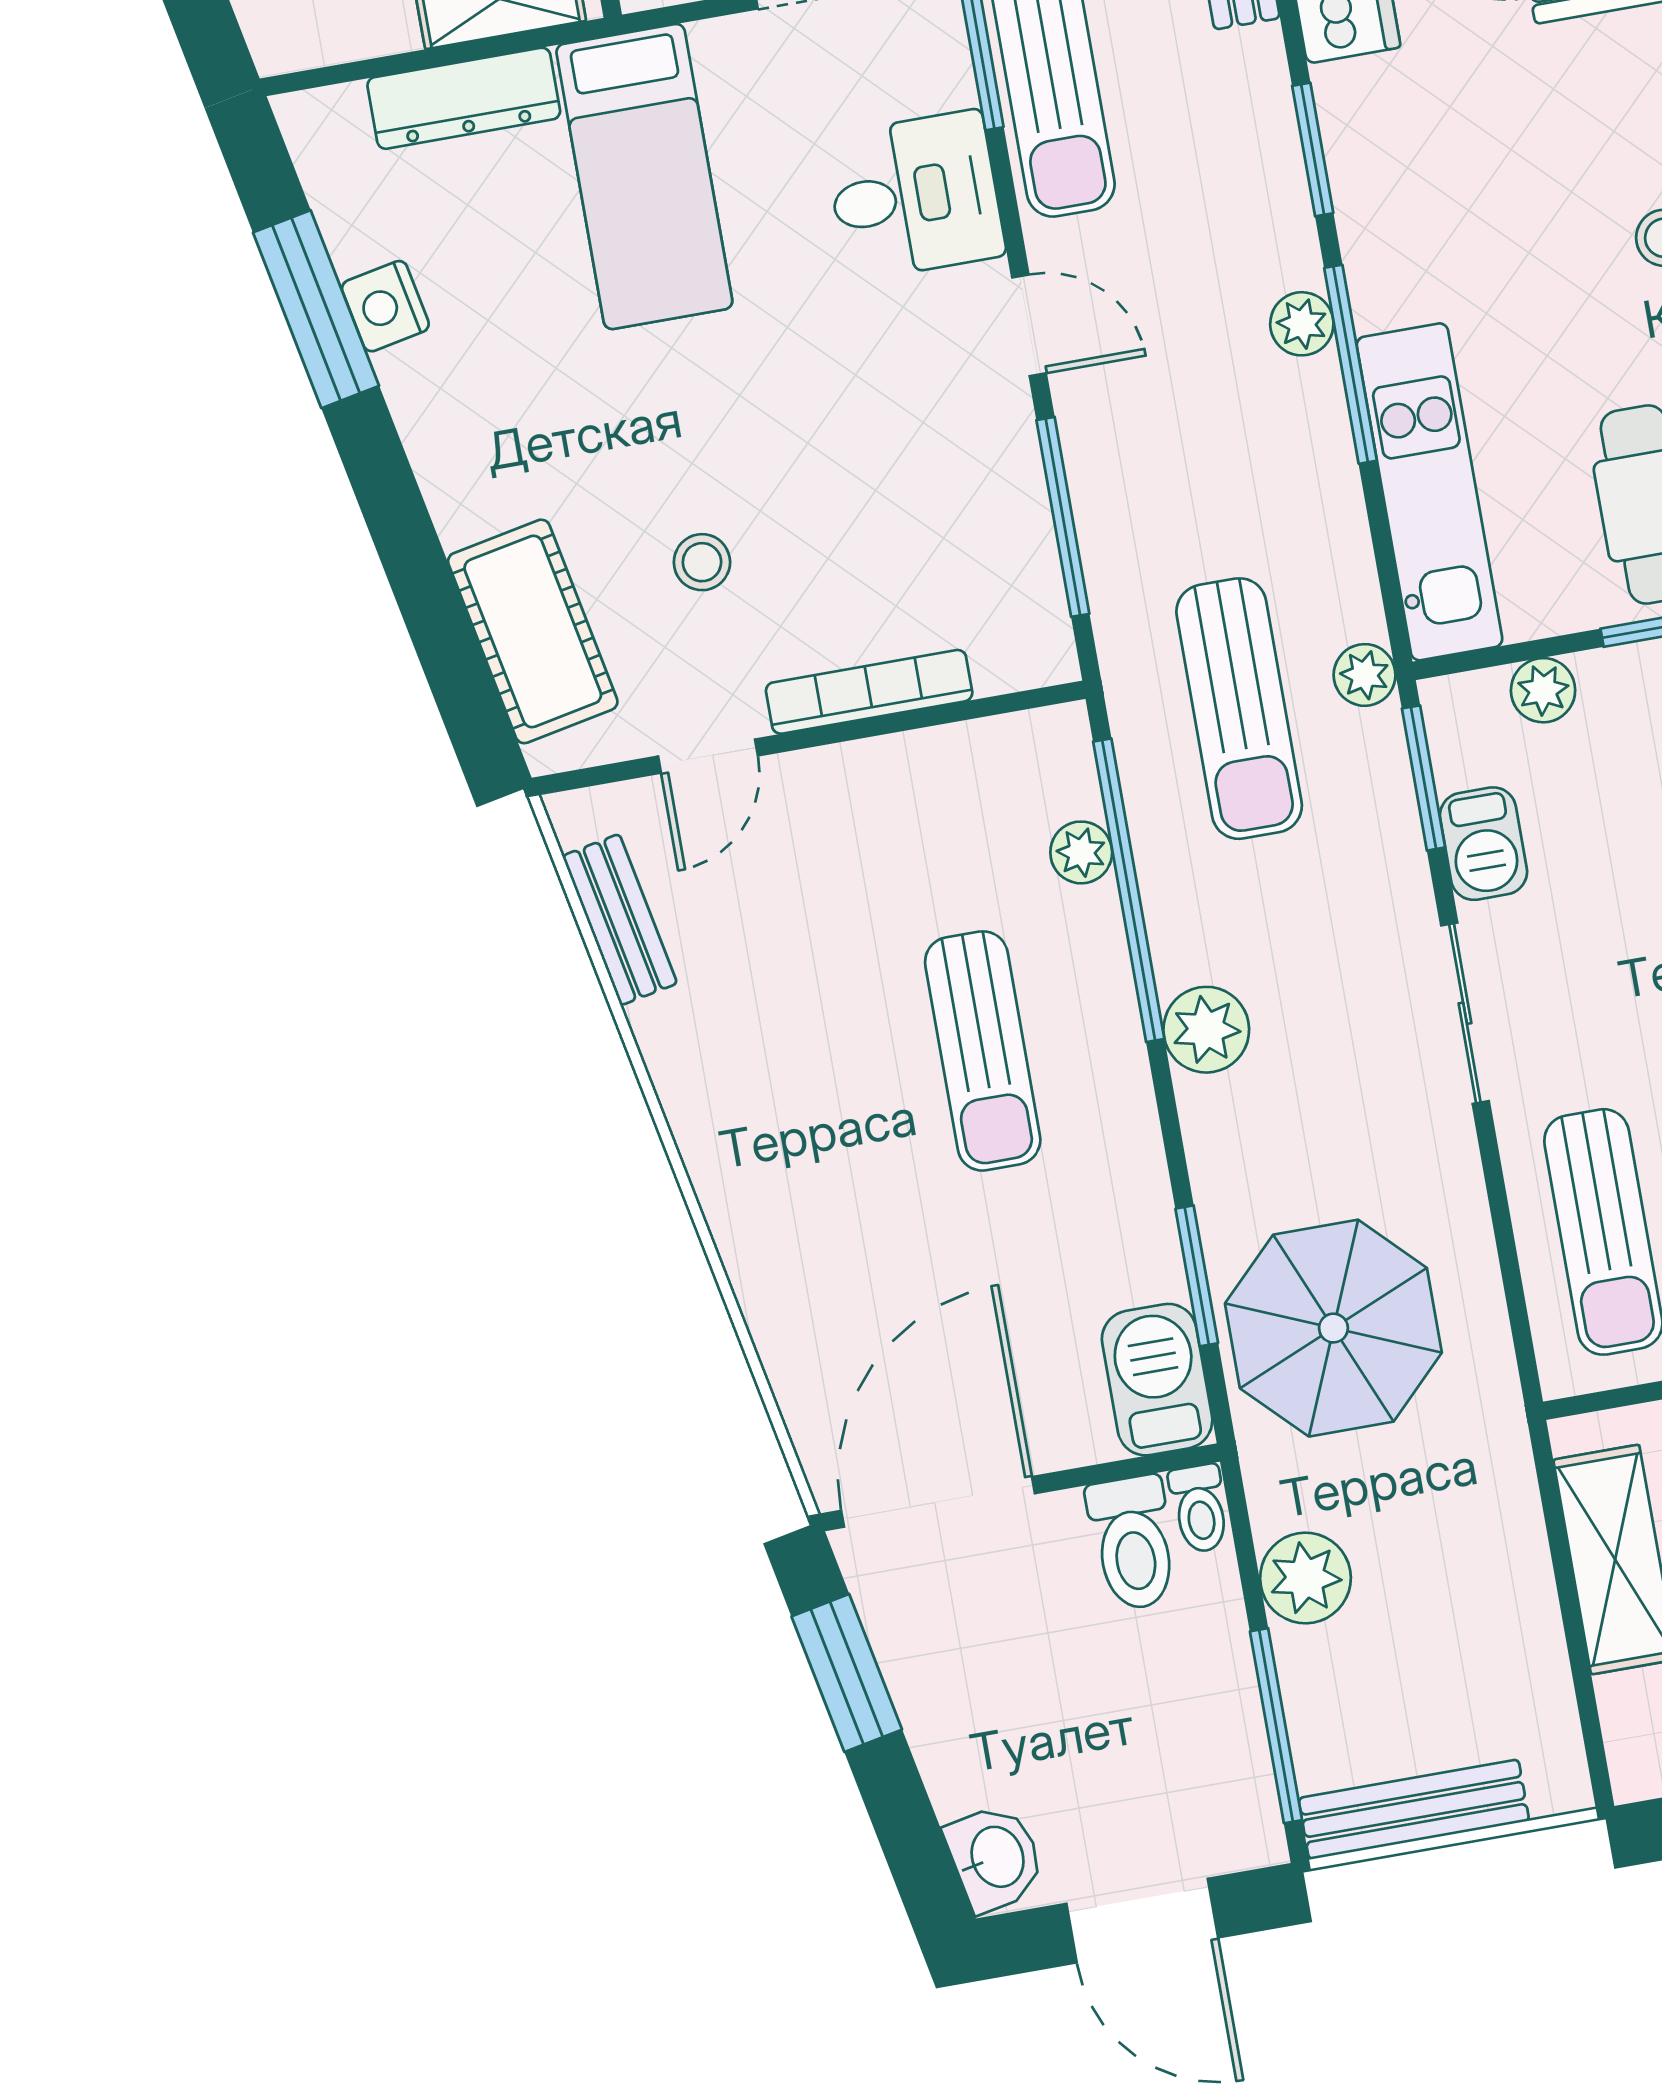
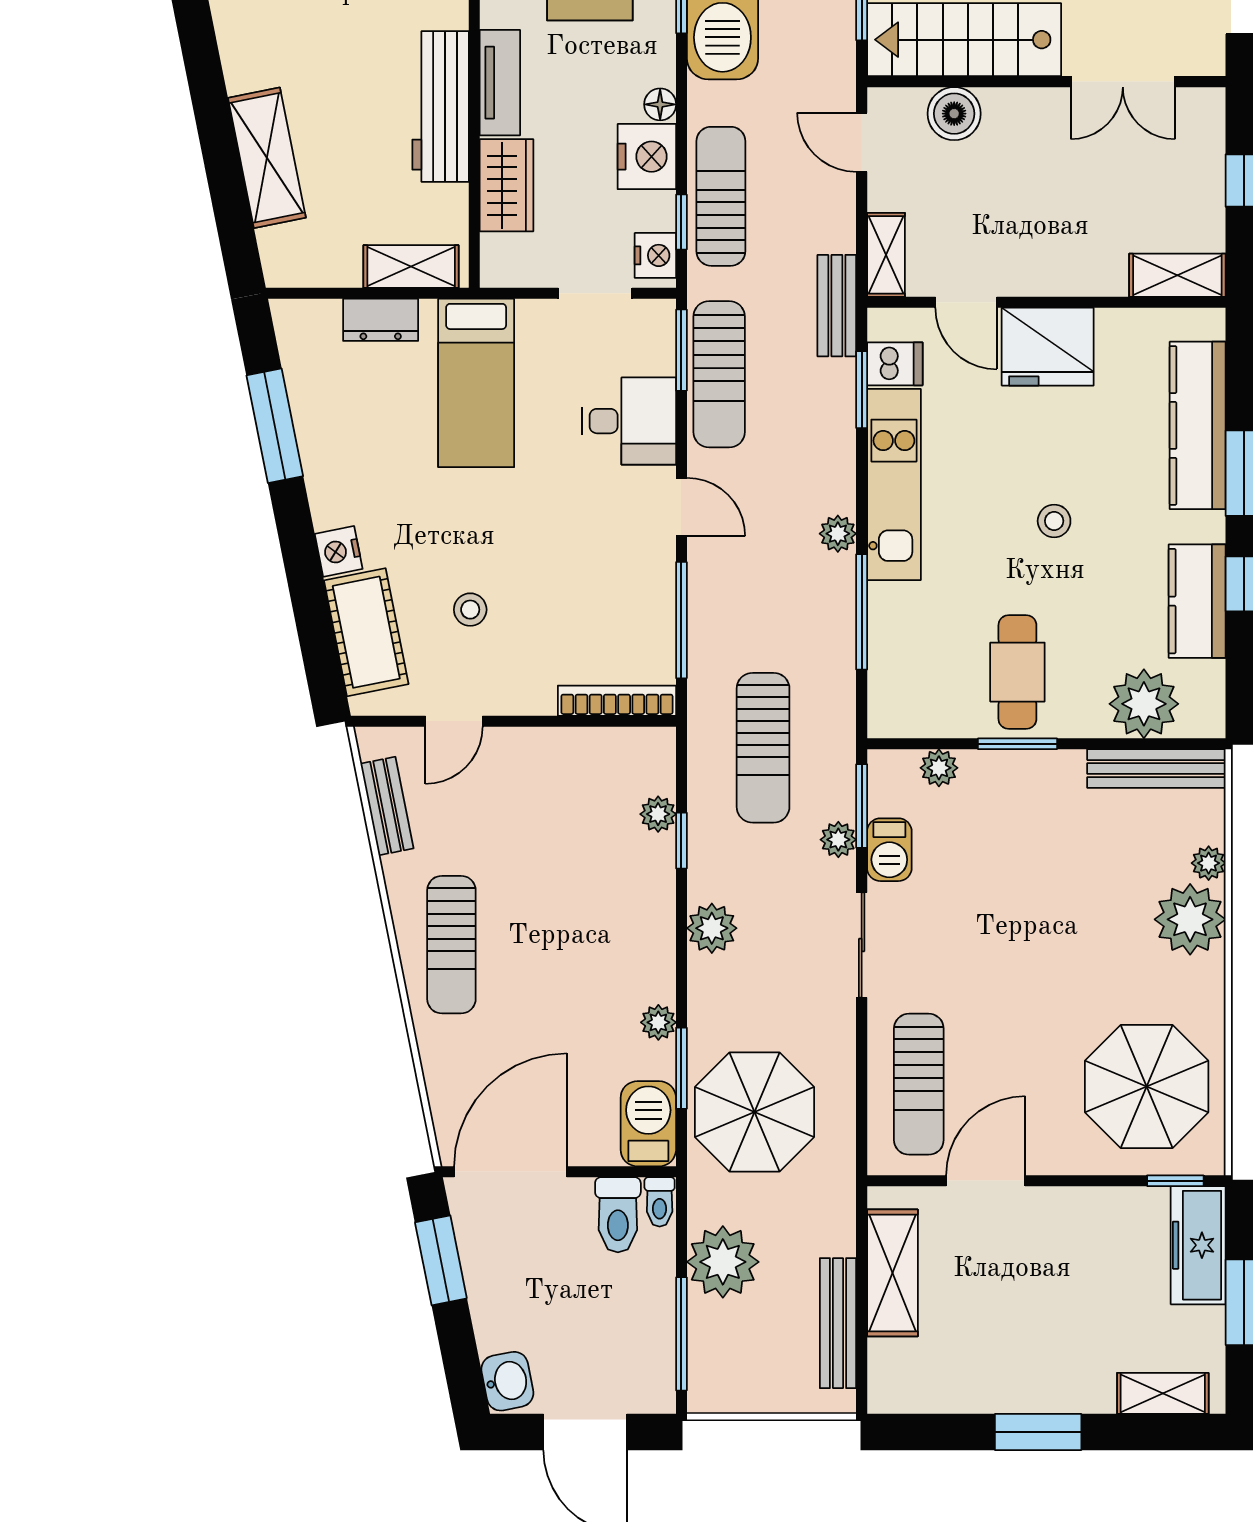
dresser: (464, 98) -> (381, 320), width x0.70
window: (1313, 149) -> (862, 390), moved
nightstand: (385, 306) -> (339, 551), moved
window: (1351, 364) -> (862, 612), moved
kitchen unit: (1430, 492) -> (894, 485), moved
plant: (1365, 675) -> (838, 840), moved
bookcase: (869, 692) -> (617, 701), moved
window: (1129, 890) -> (681, 841), width x0.32
sun lounger: (983, 1051) -> (451, 945), moved
plant: (1144, 1205) -> (658, 1022), added
plant: (1305, 1578) -> (723, 1262), width x1.36, depth x1.36
bench: (1414, 1809) -> (838, 1323), moved, turned 90

